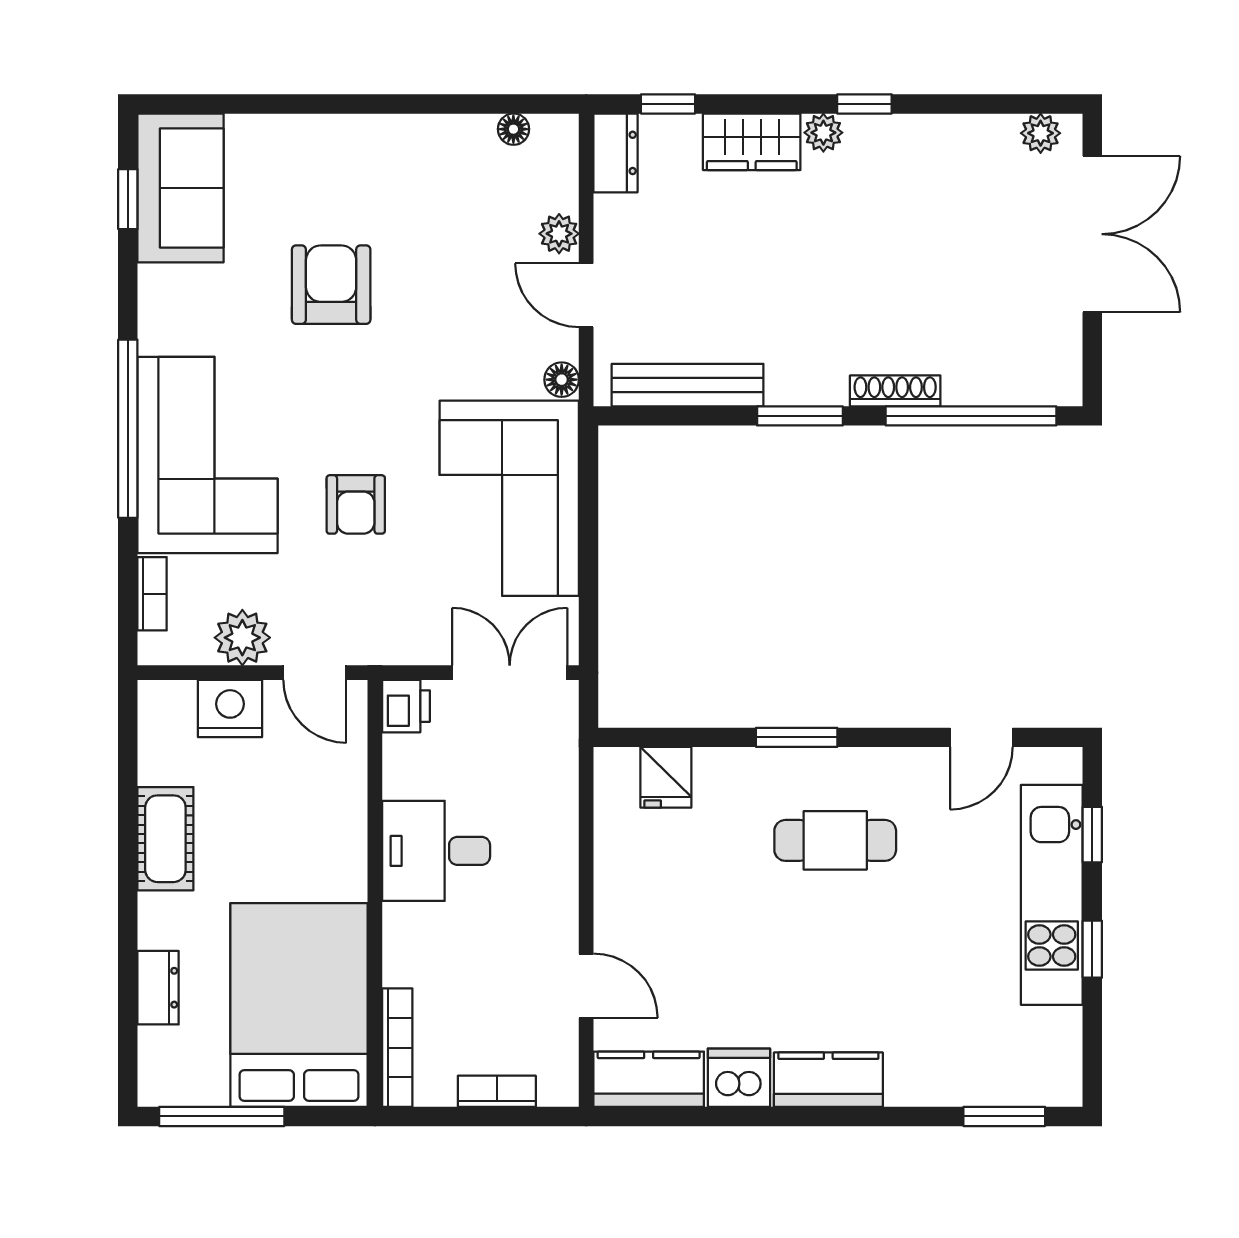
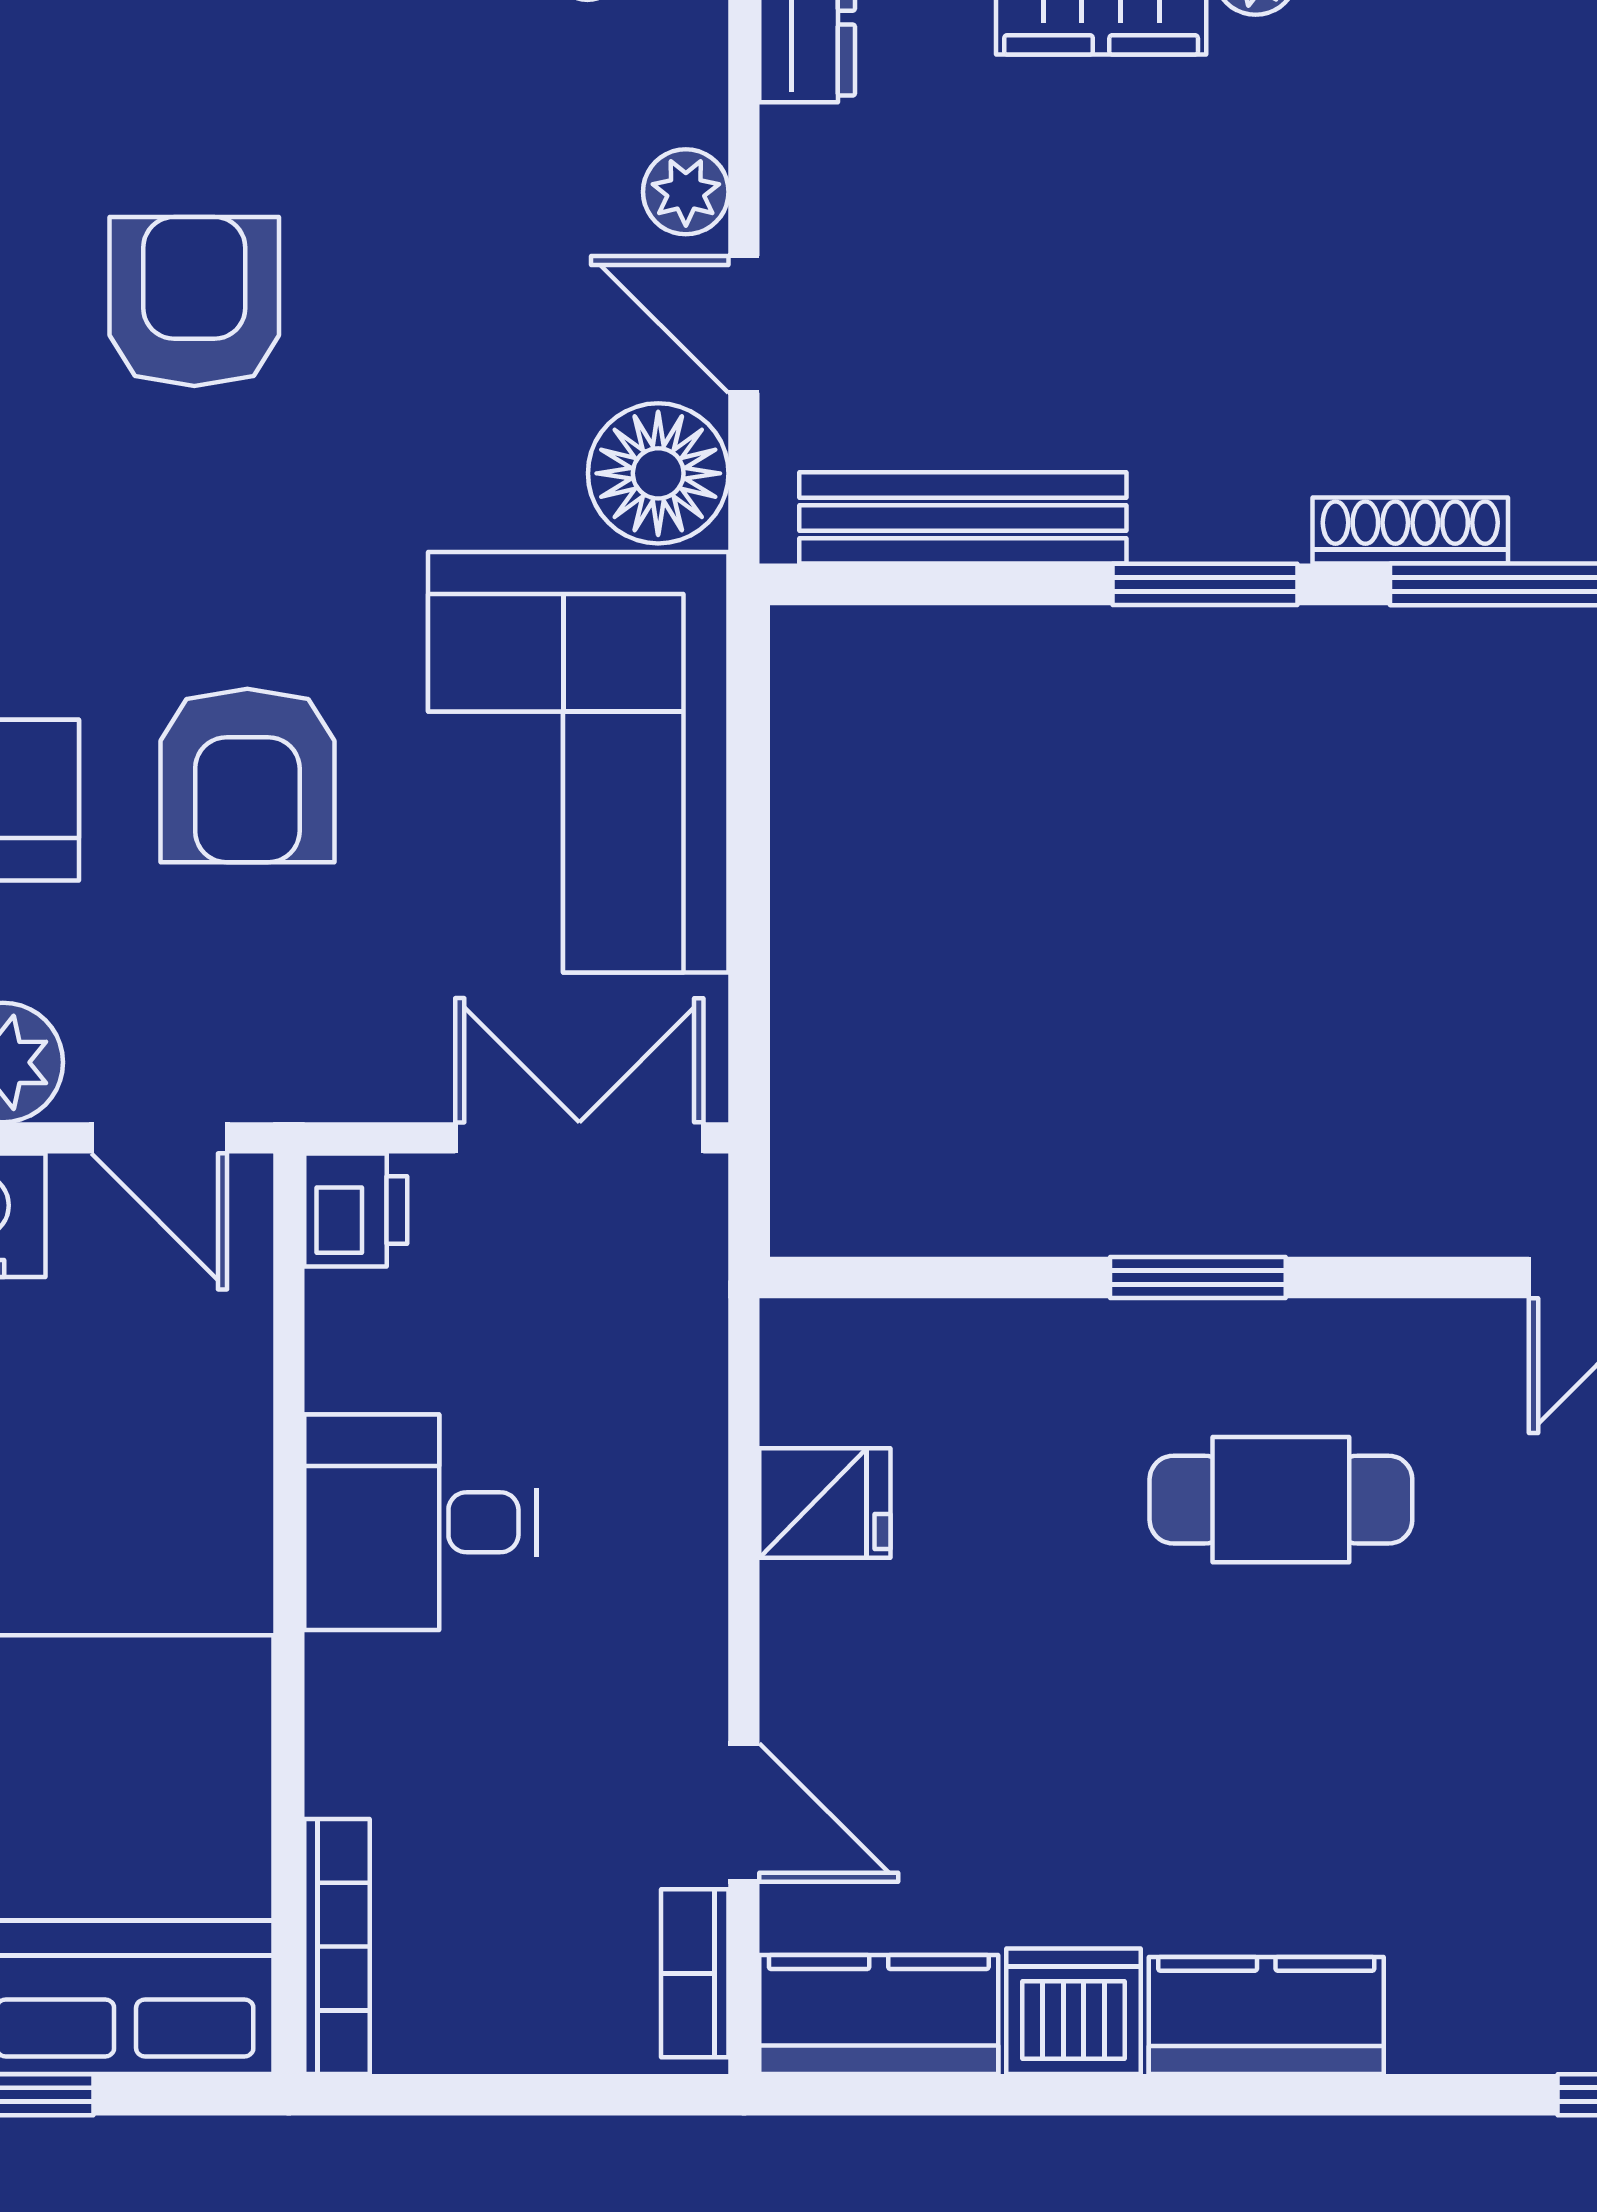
floor lamp: (562, 380) -> (658, 473), width x1.89, depth x1.89
armchair: (356, 504) -> (247, 775), width x1.38, depth x1.38
fridge: (666, 777) -> (825, 1503), moved, turned -90
bookcase: (497, 1091) -> (695, 1973), moved, turned -90

